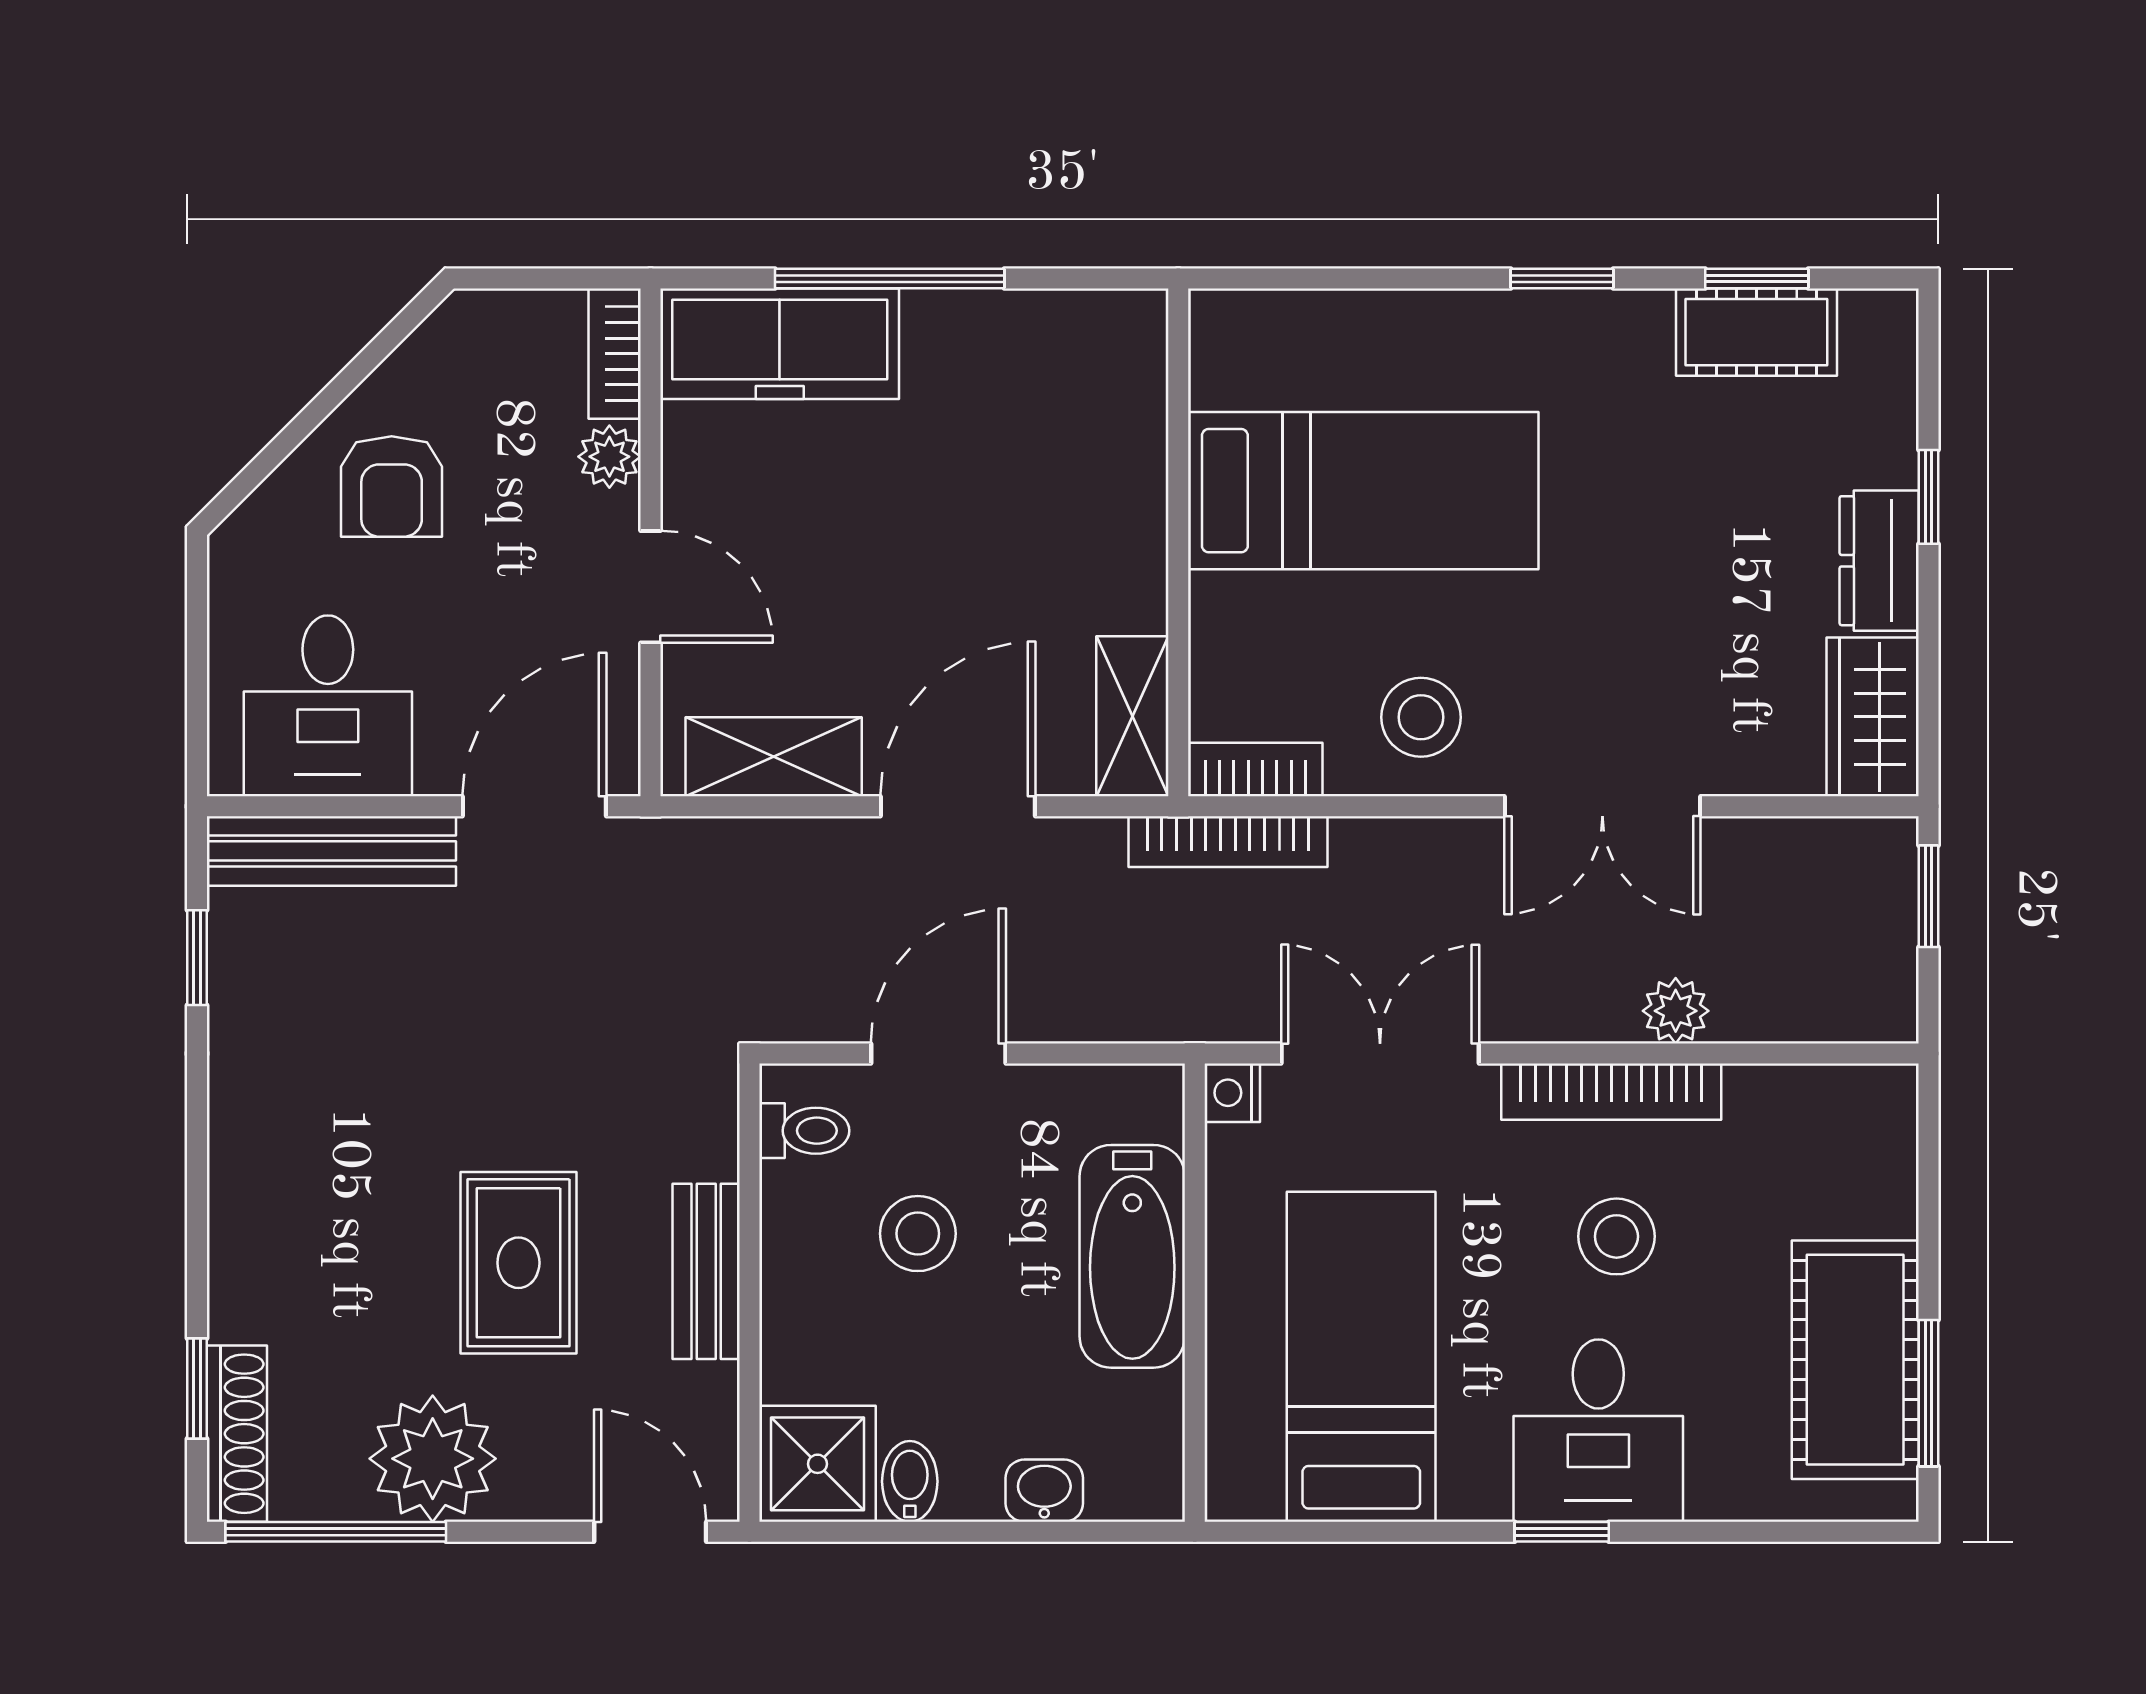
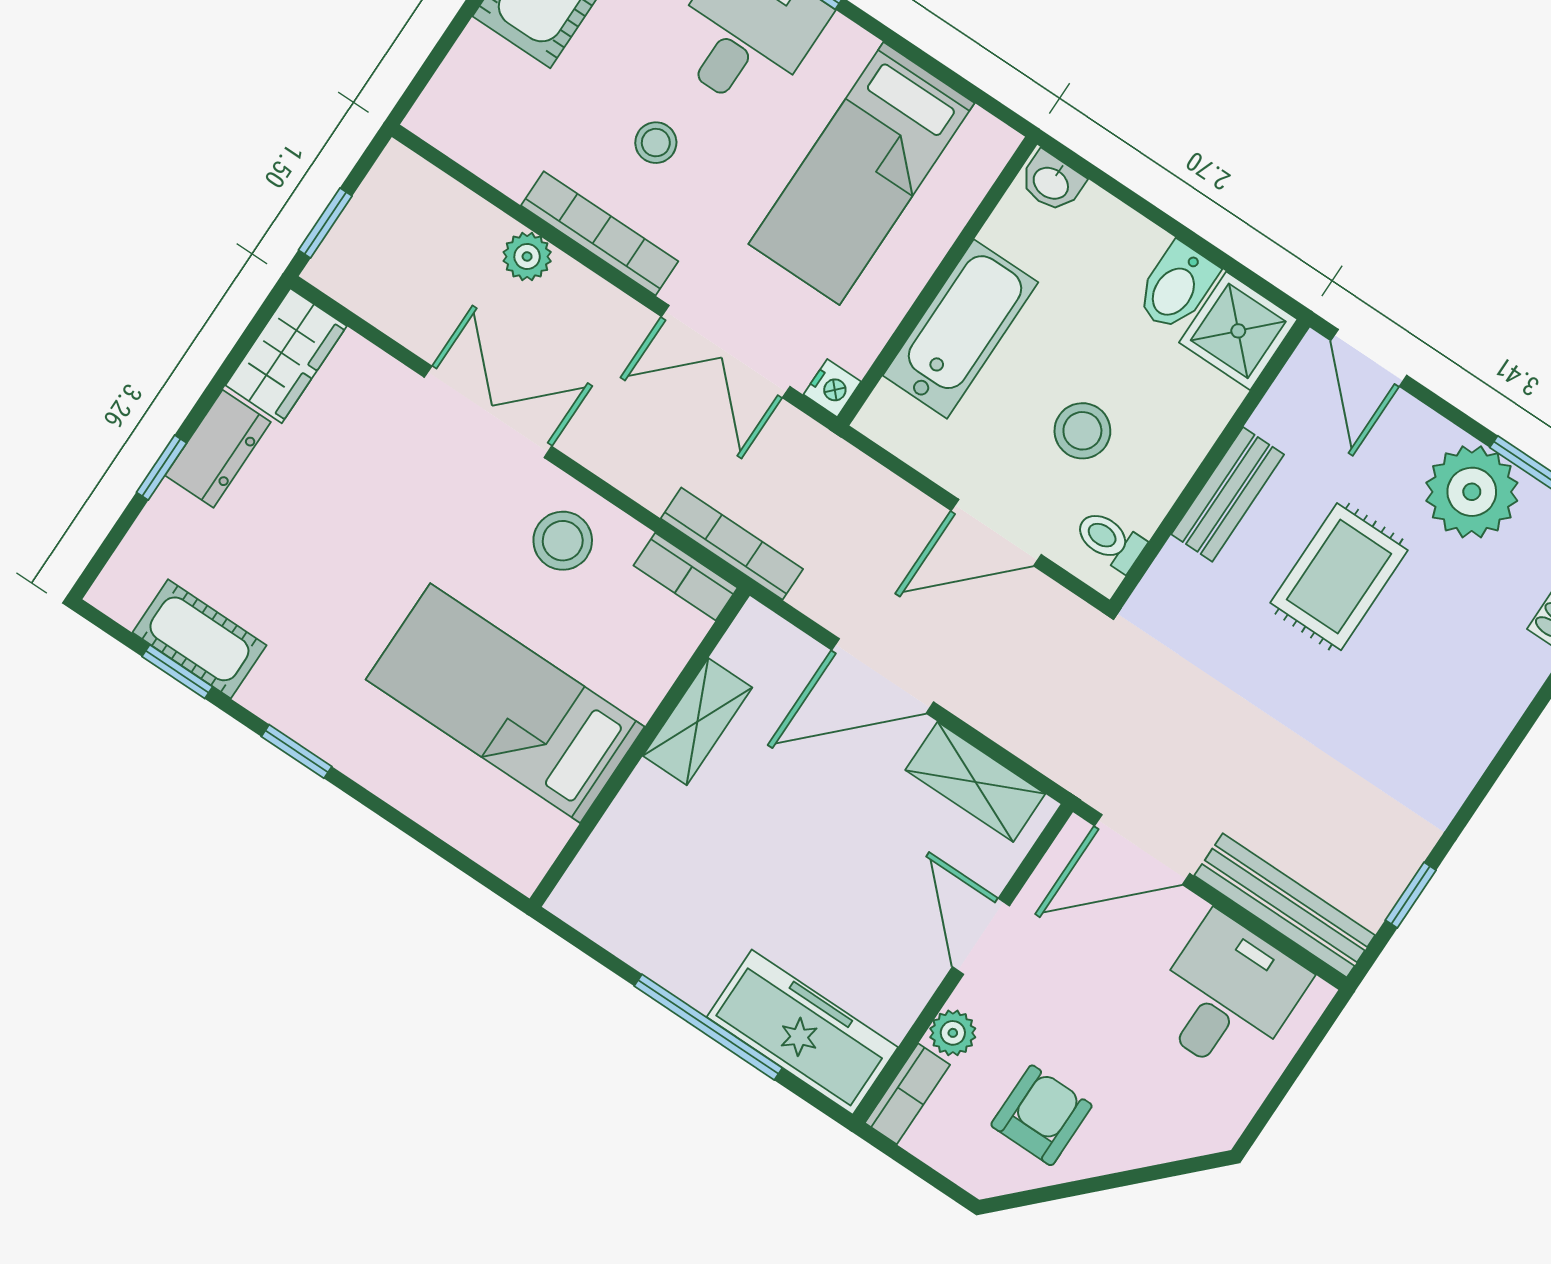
armchair: (392, 486) -> (1041, 1115), moved
shelving: (1132, 716) -> (698, 722), moved
stool: (1616, 1236) -> (656, 143), width x0.73, depth x0.73
bidet: (910, 1481) -> (1177, 287), width x1.38, depth x1.36
washbasin: (1044, 1491) -> (1052, 182), moved

